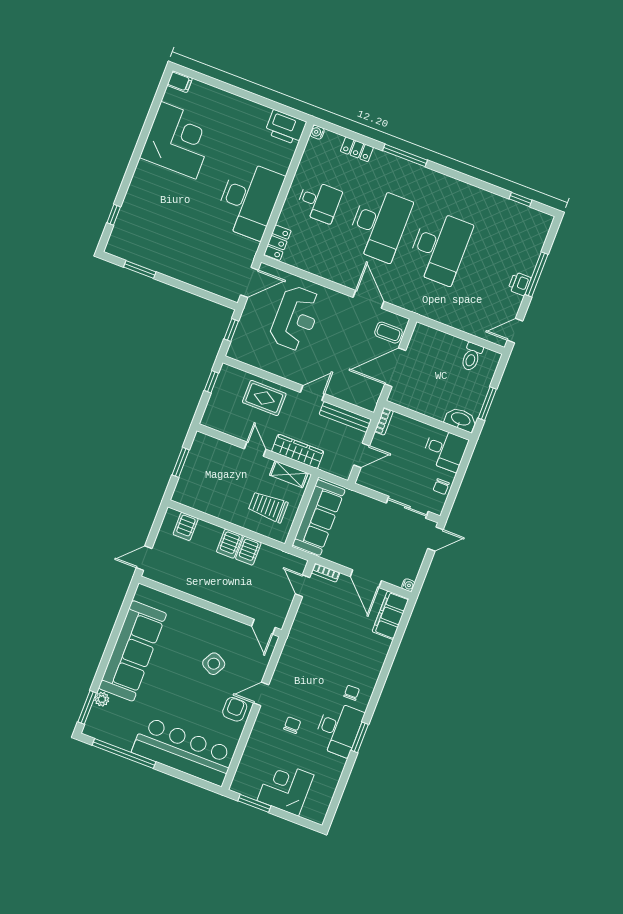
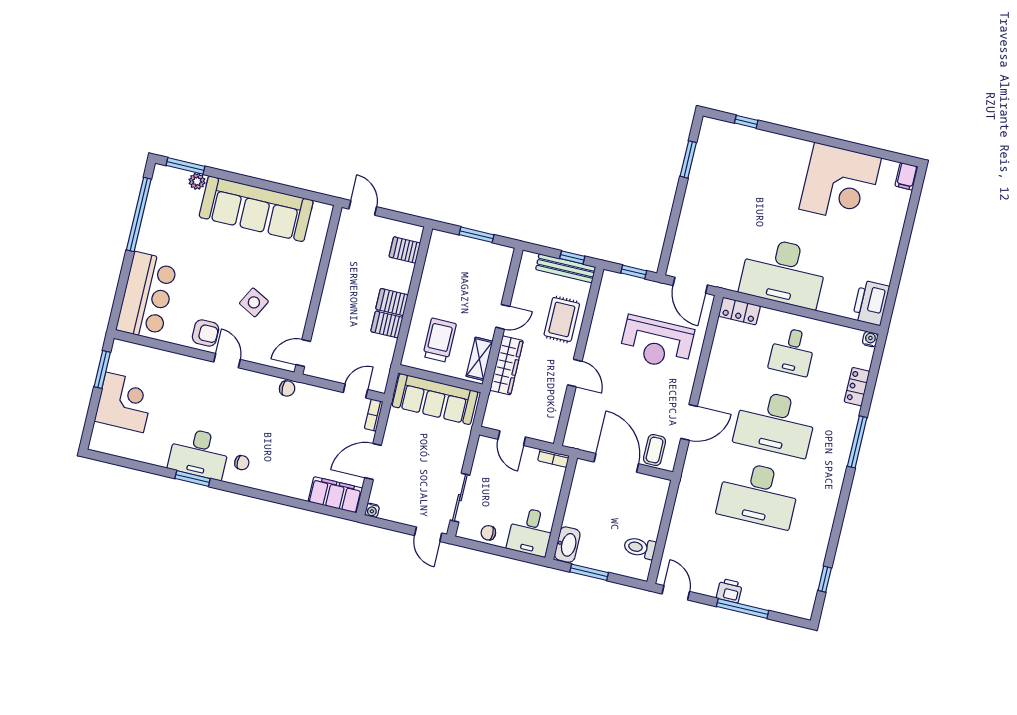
bench: (345, 417) -> (566, 268), moved, turned 90
chair: (292, 725) -> (287, 388), moved
bar counter: (183, 751) -> (147, 296), width x0.73

